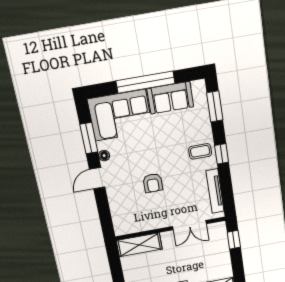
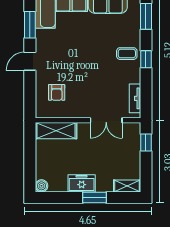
floor lamp: (104, 156) -> (40, 42), removed
armchair: (153, 183) -> (57, 92), moved
tv unit: (215, 191) -> (135, 98), width x0.71

